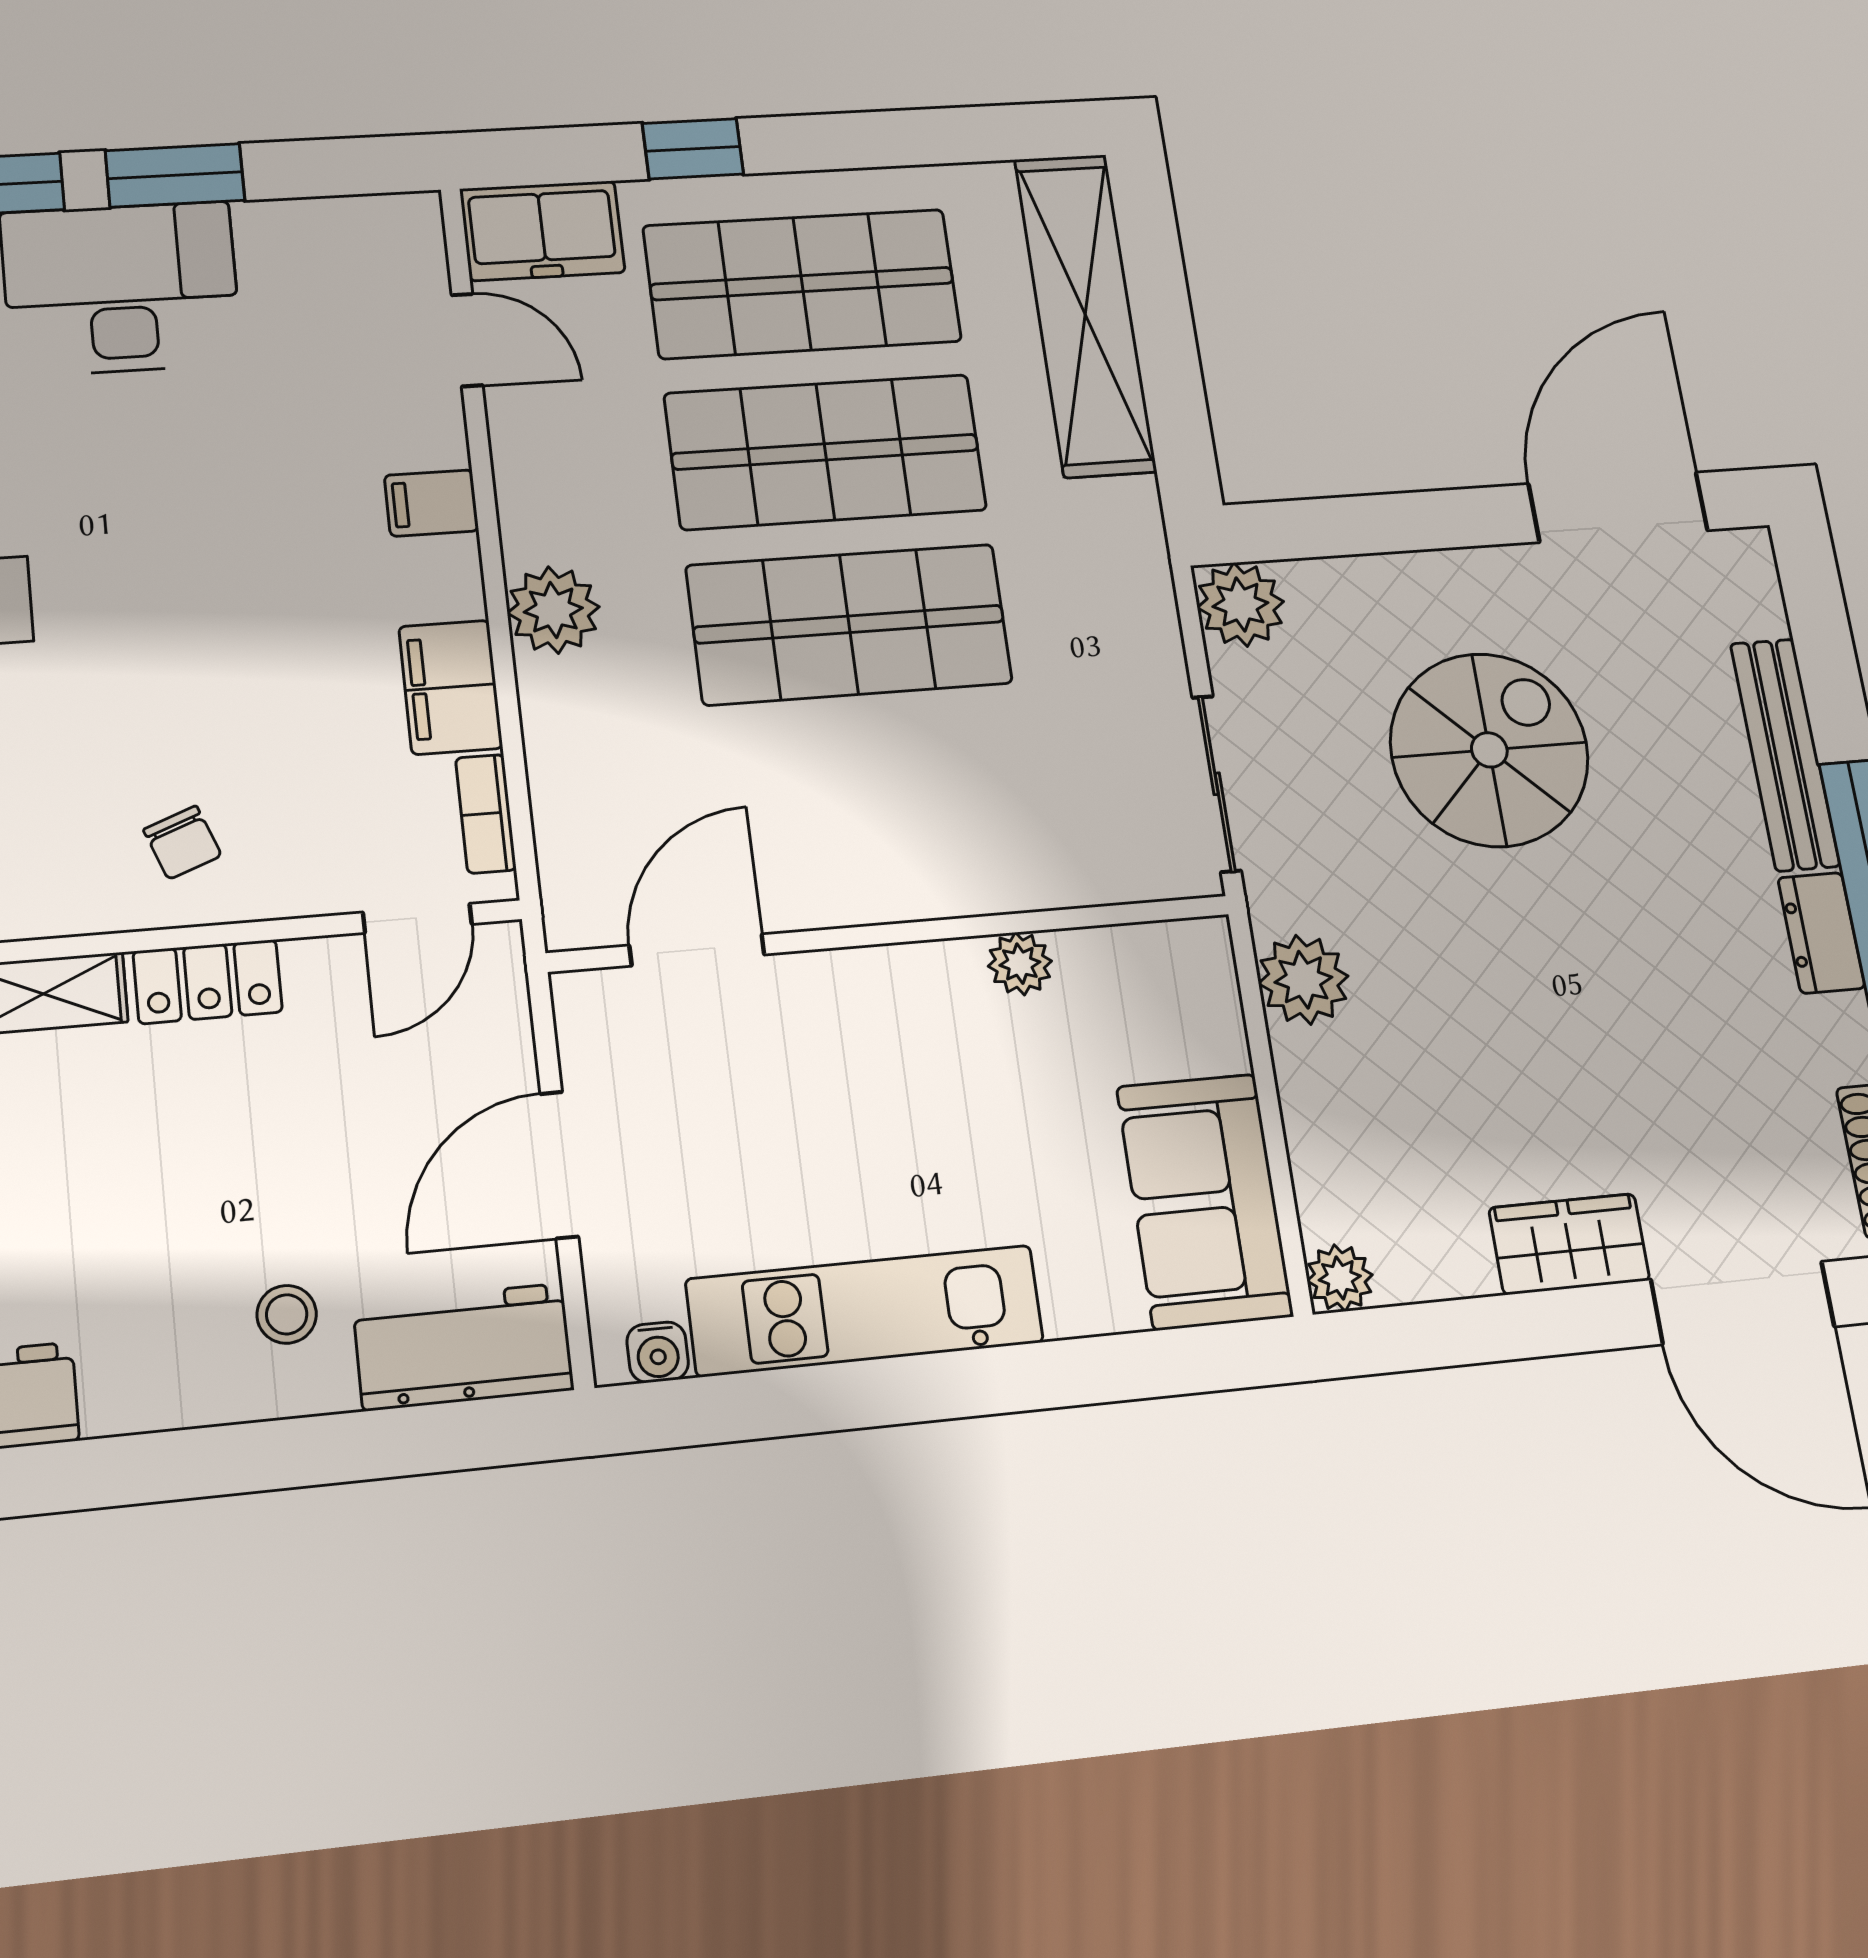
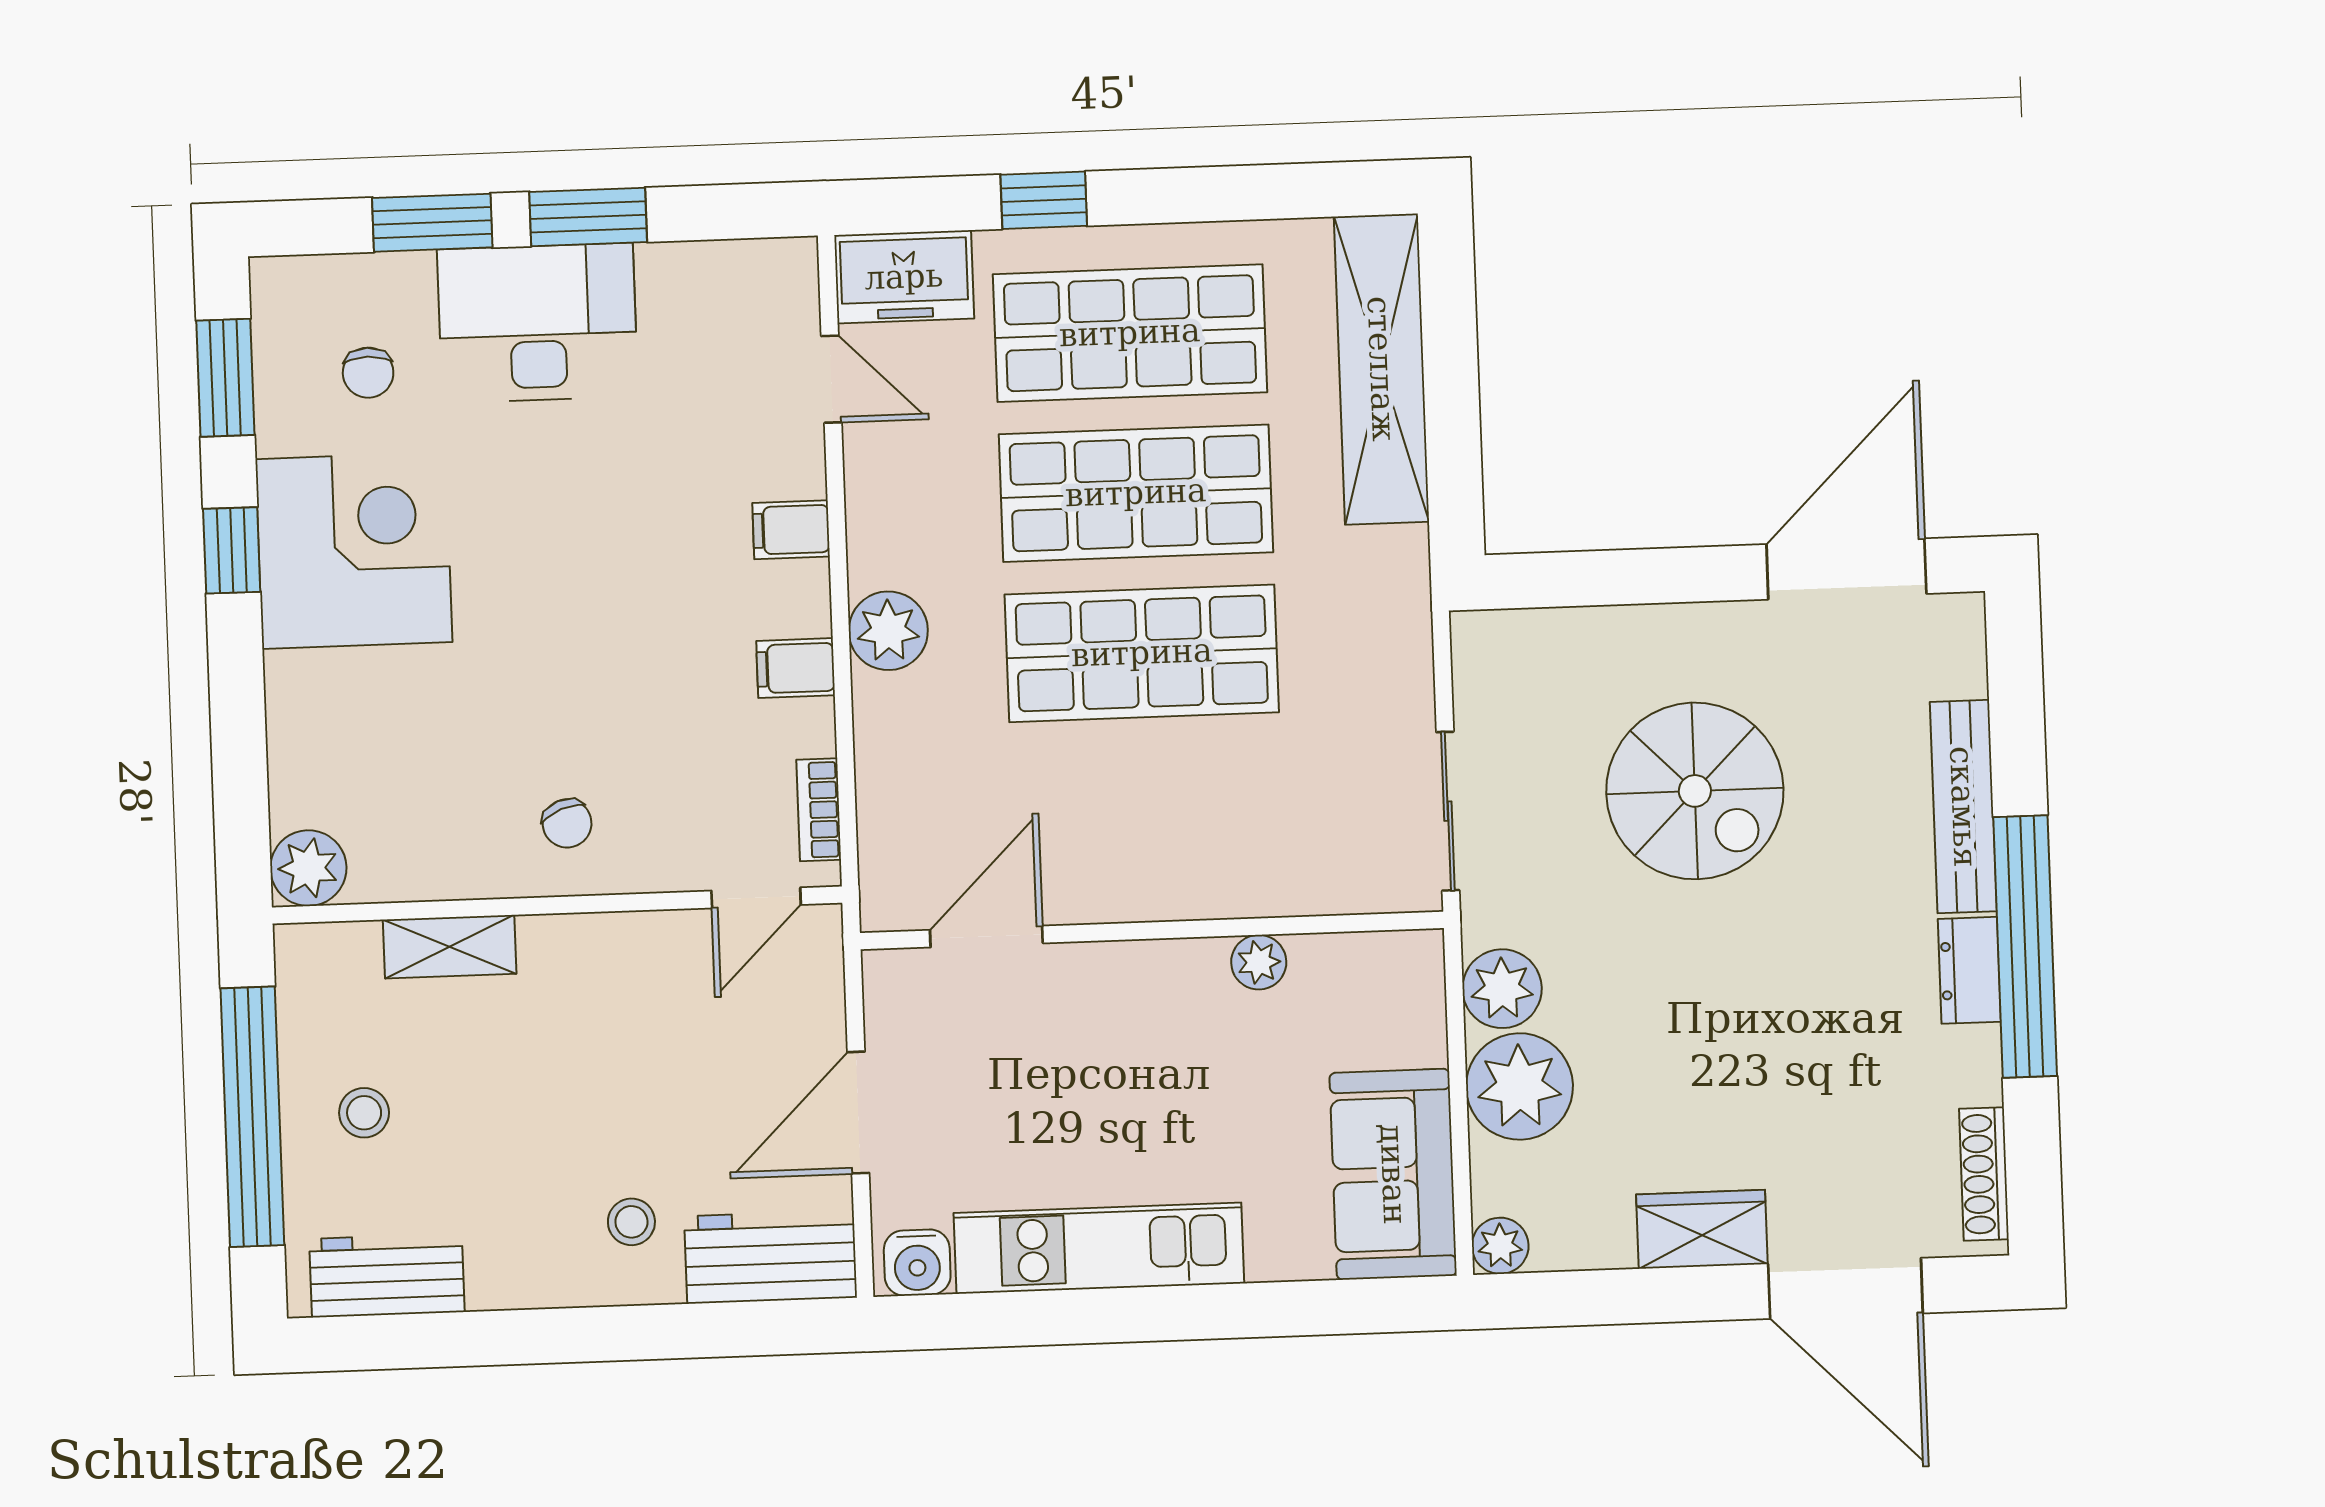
plant: (1240, 605) -> (1519, 1086), moved, width x1.36, depth x1.36
filing cabinet: (451, 687) -> (796, 668), width x0.50
spiral stairs: (1489, 750) -> (1695, 791), turned 90
locker: (208, 982) -> (582, 943), removed
water cooler: (658, 1352) -> (917, 1263), width x1.38, depth x1.38

